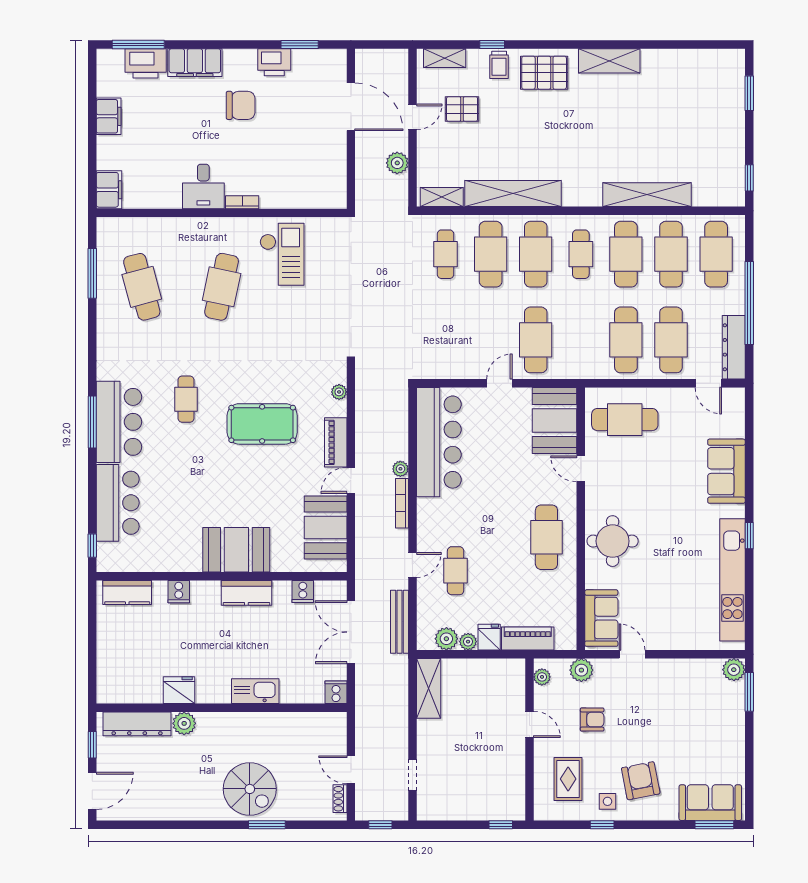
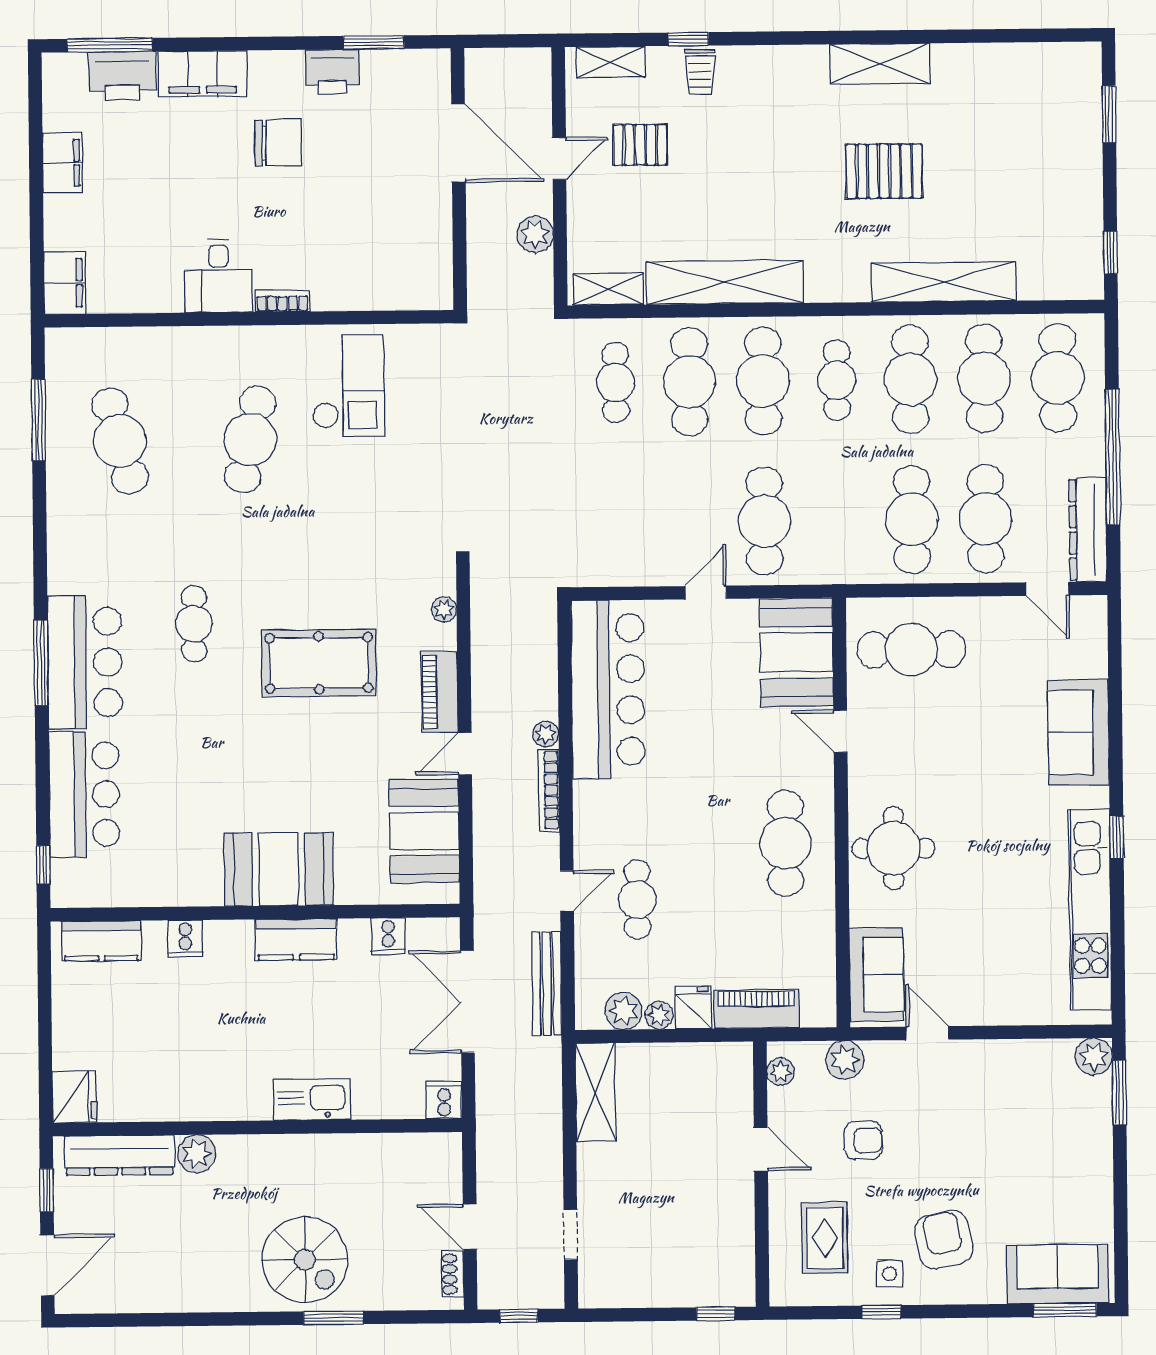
pallet: (544, 73) -> (884, 171), moved
fridge: (179, 690) -> (74, 1097), moved, turned 90

